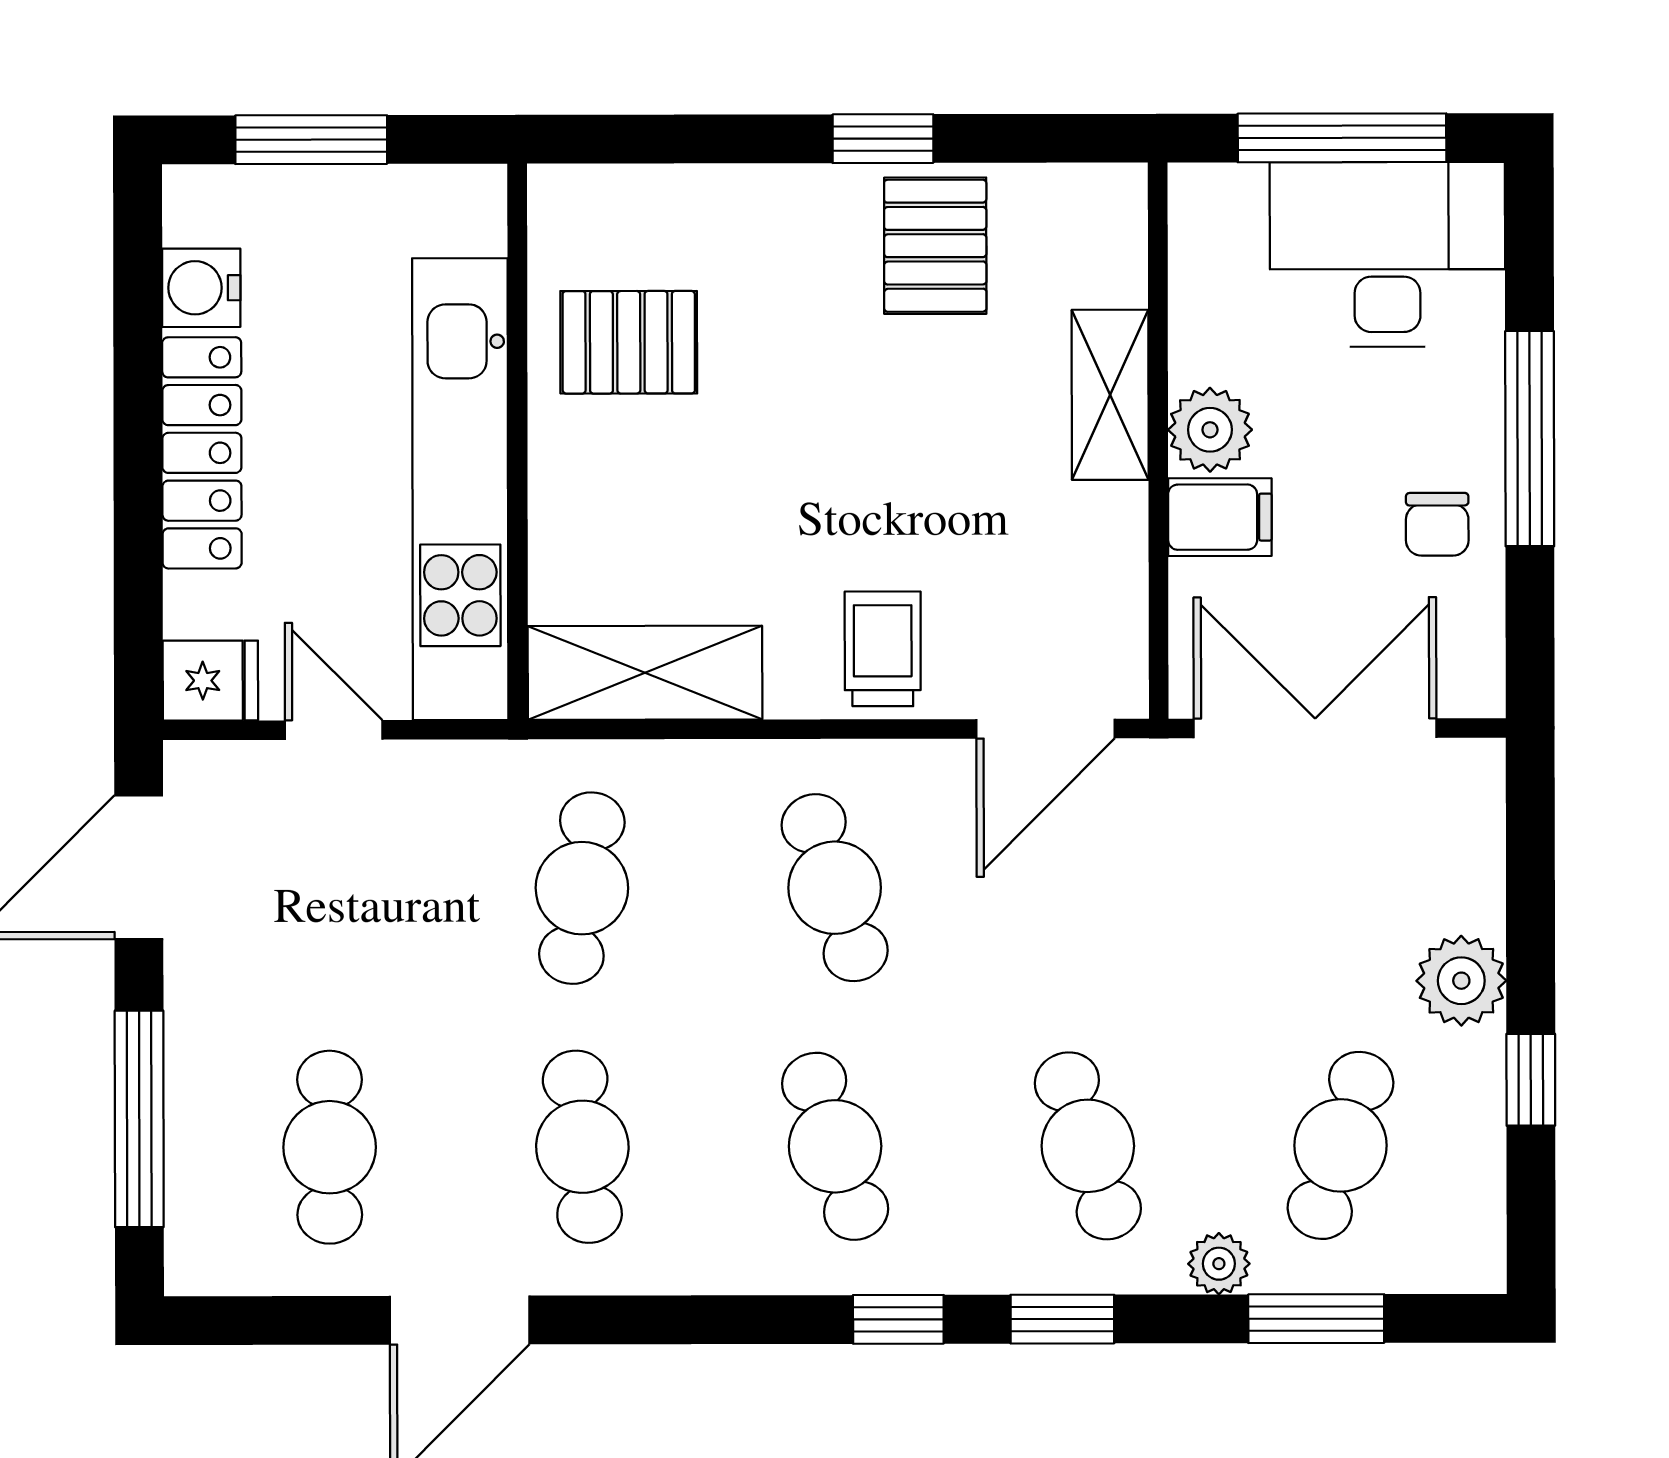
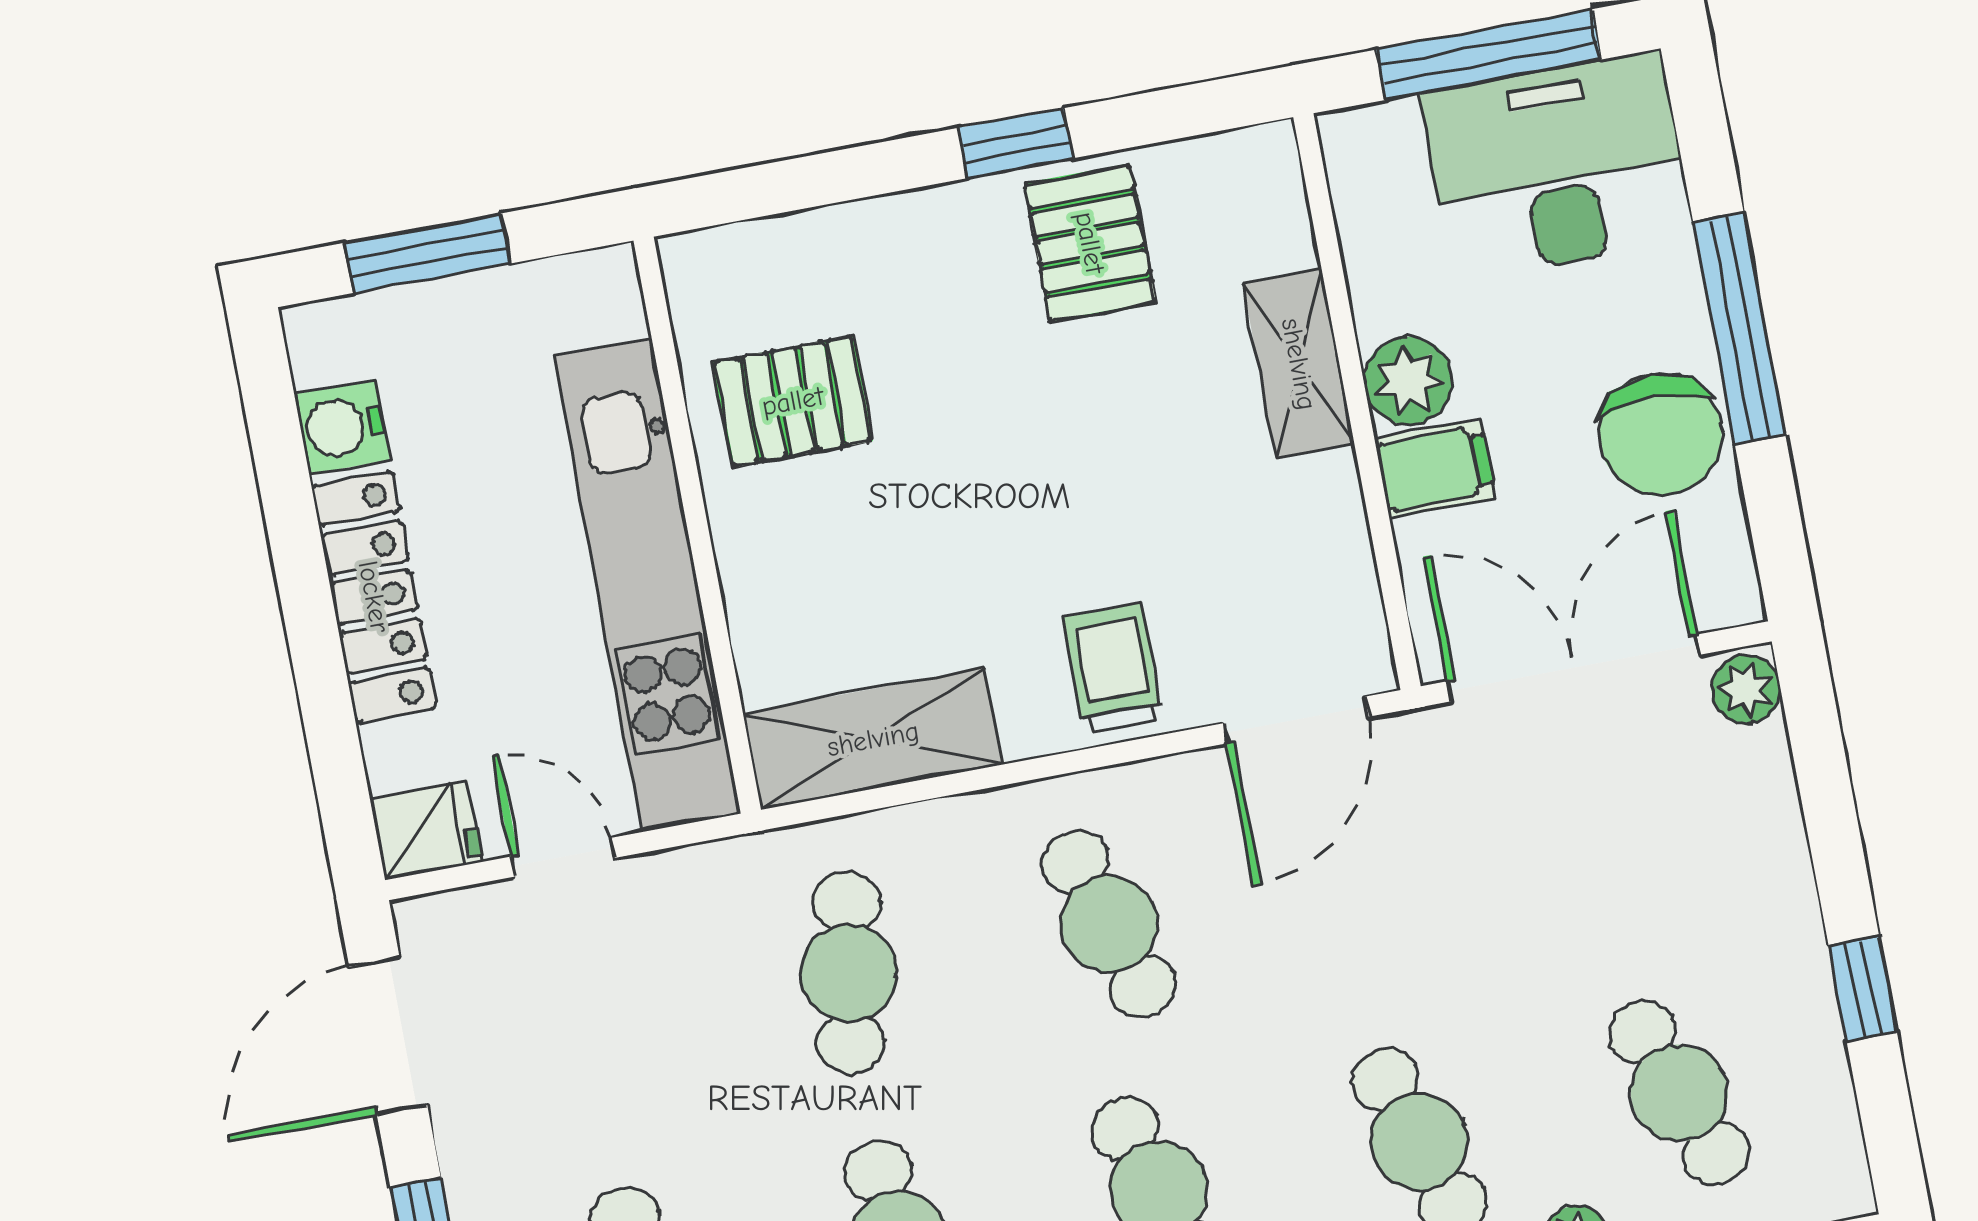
chair: (1437, 524) -> (1660, 435), width x1.87, depth x1.87
plant: (1461, 981) -> (1746, 689), moved, width x0.73, depth x0.73
cafe table: (1341, 1145) -> (1679, 1093), turned -39

